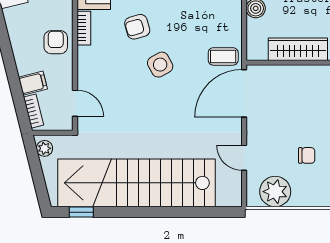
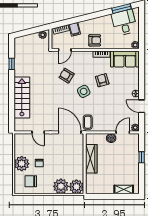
armchair: (128, 100) -> (67, 76), added
door: (244, 158) -> (38, 132), swing flipped
stairs: (136, 183) -> (22, 98), width x0.54, depth x0.66
plant: (275, 192) -> (22, 164), moved
window: (81, 212) -> (12, 64), moved

